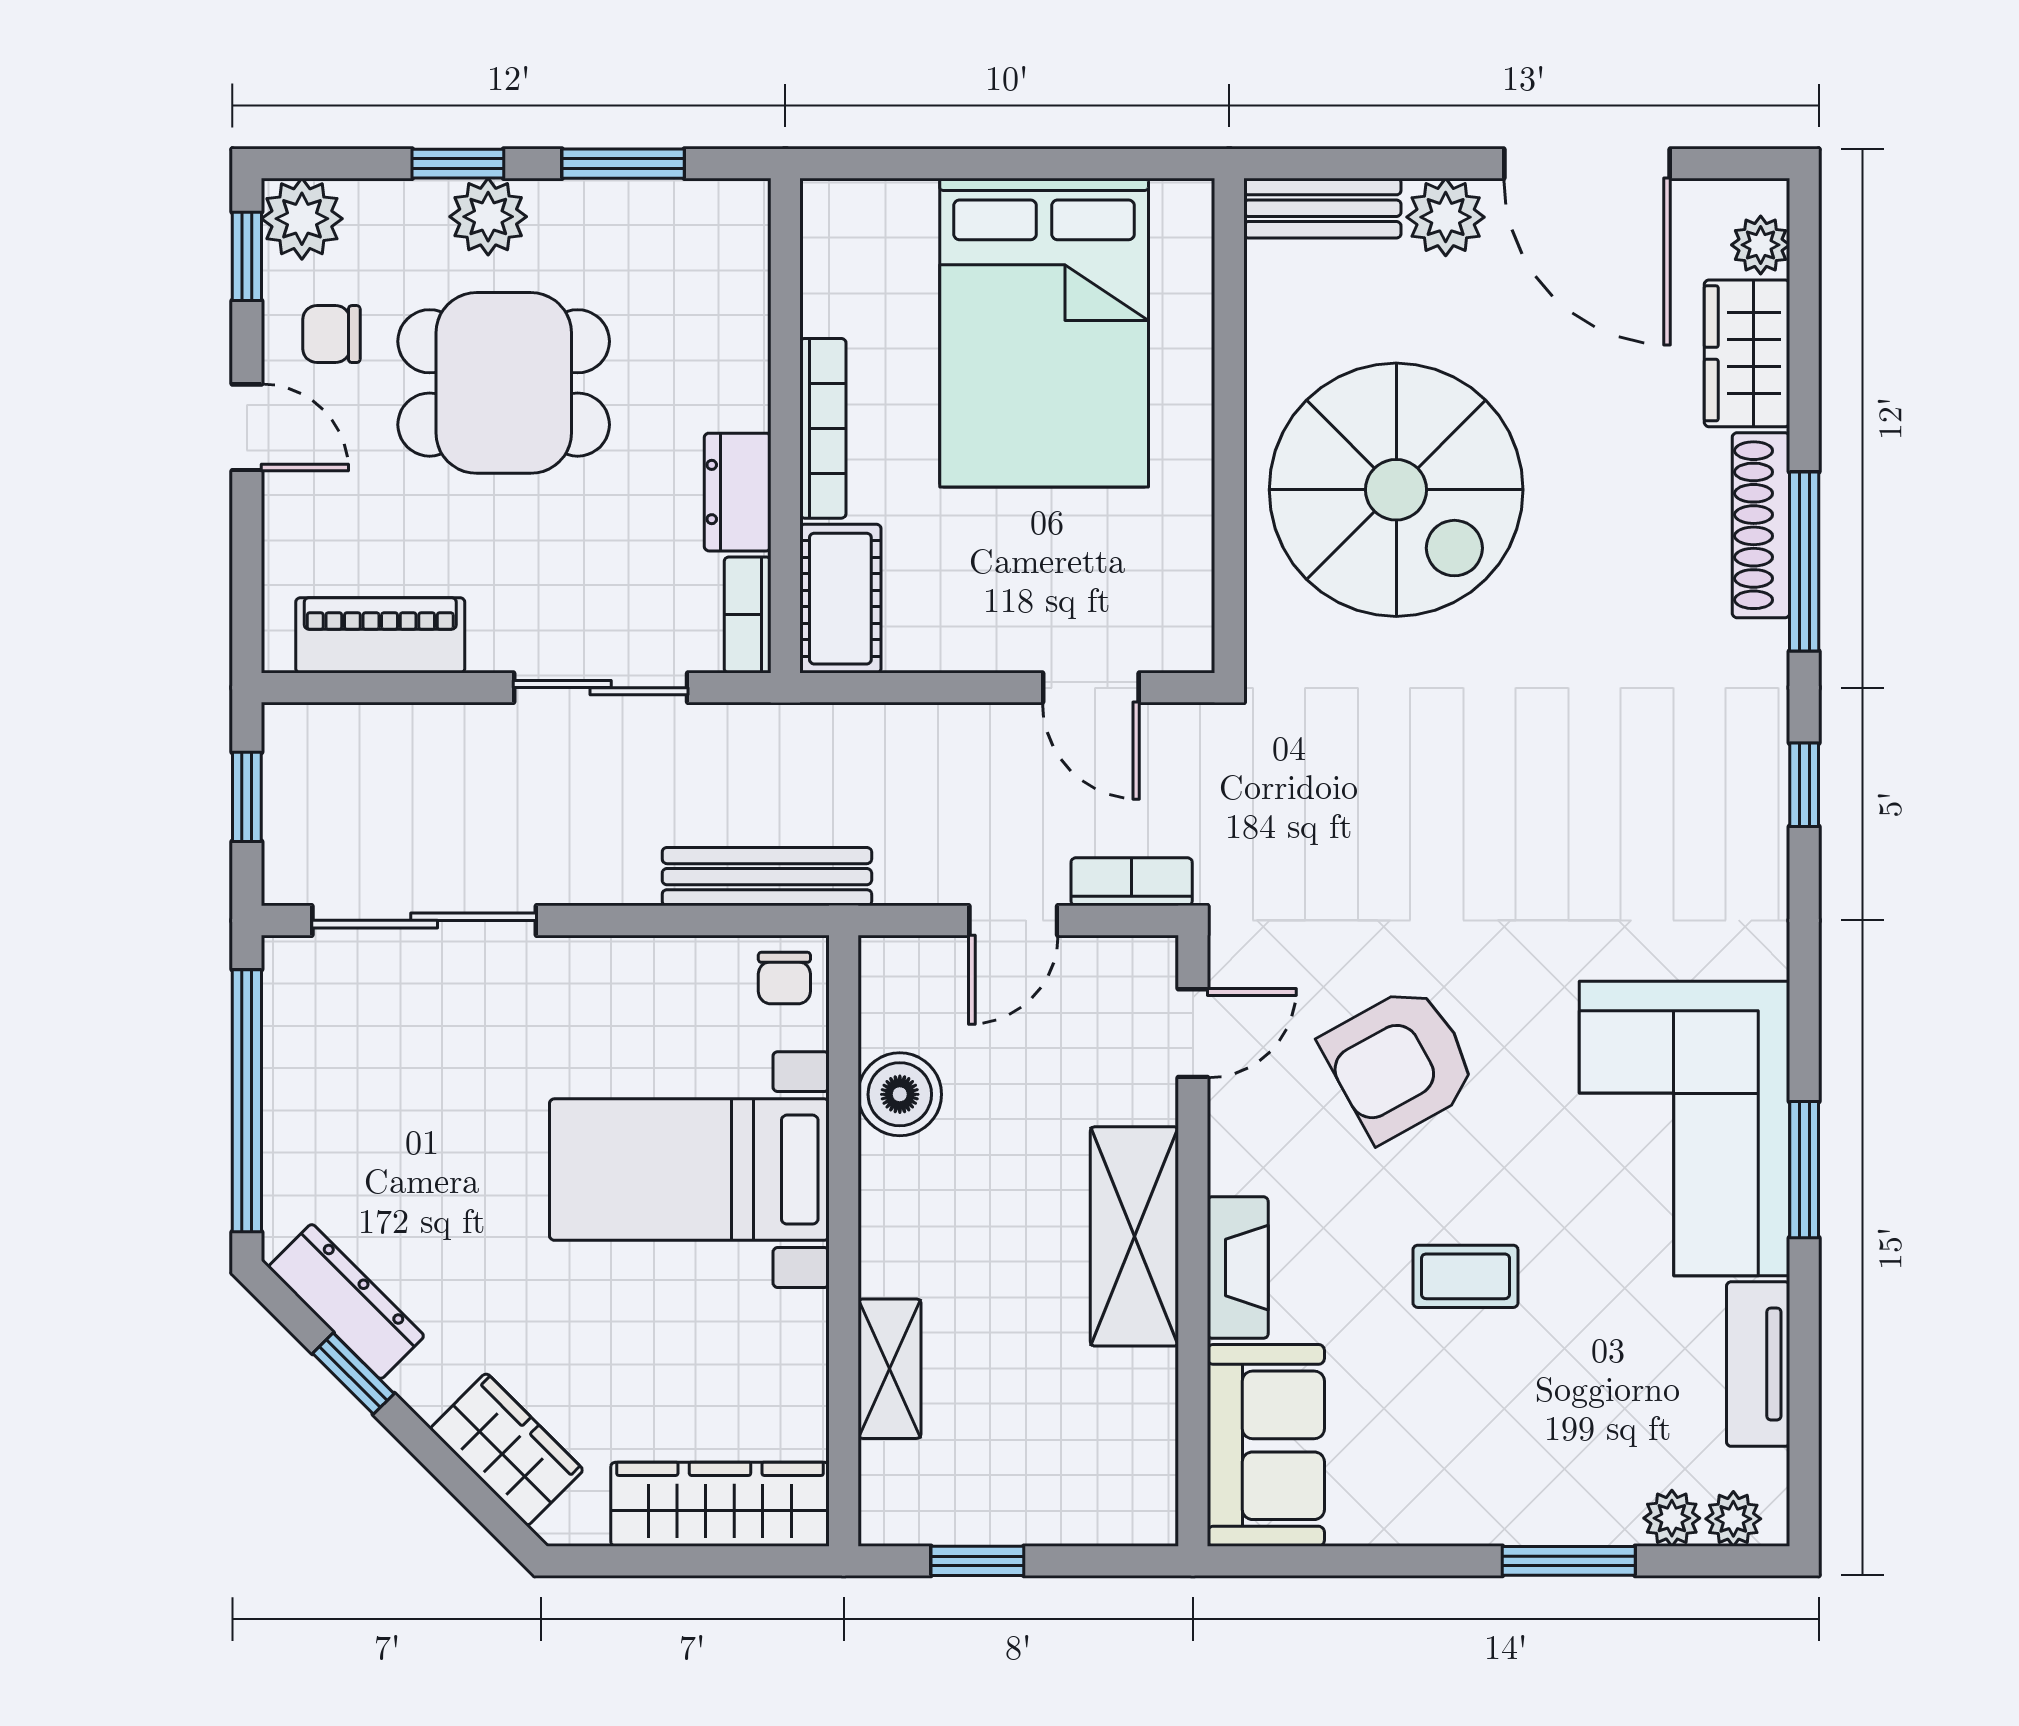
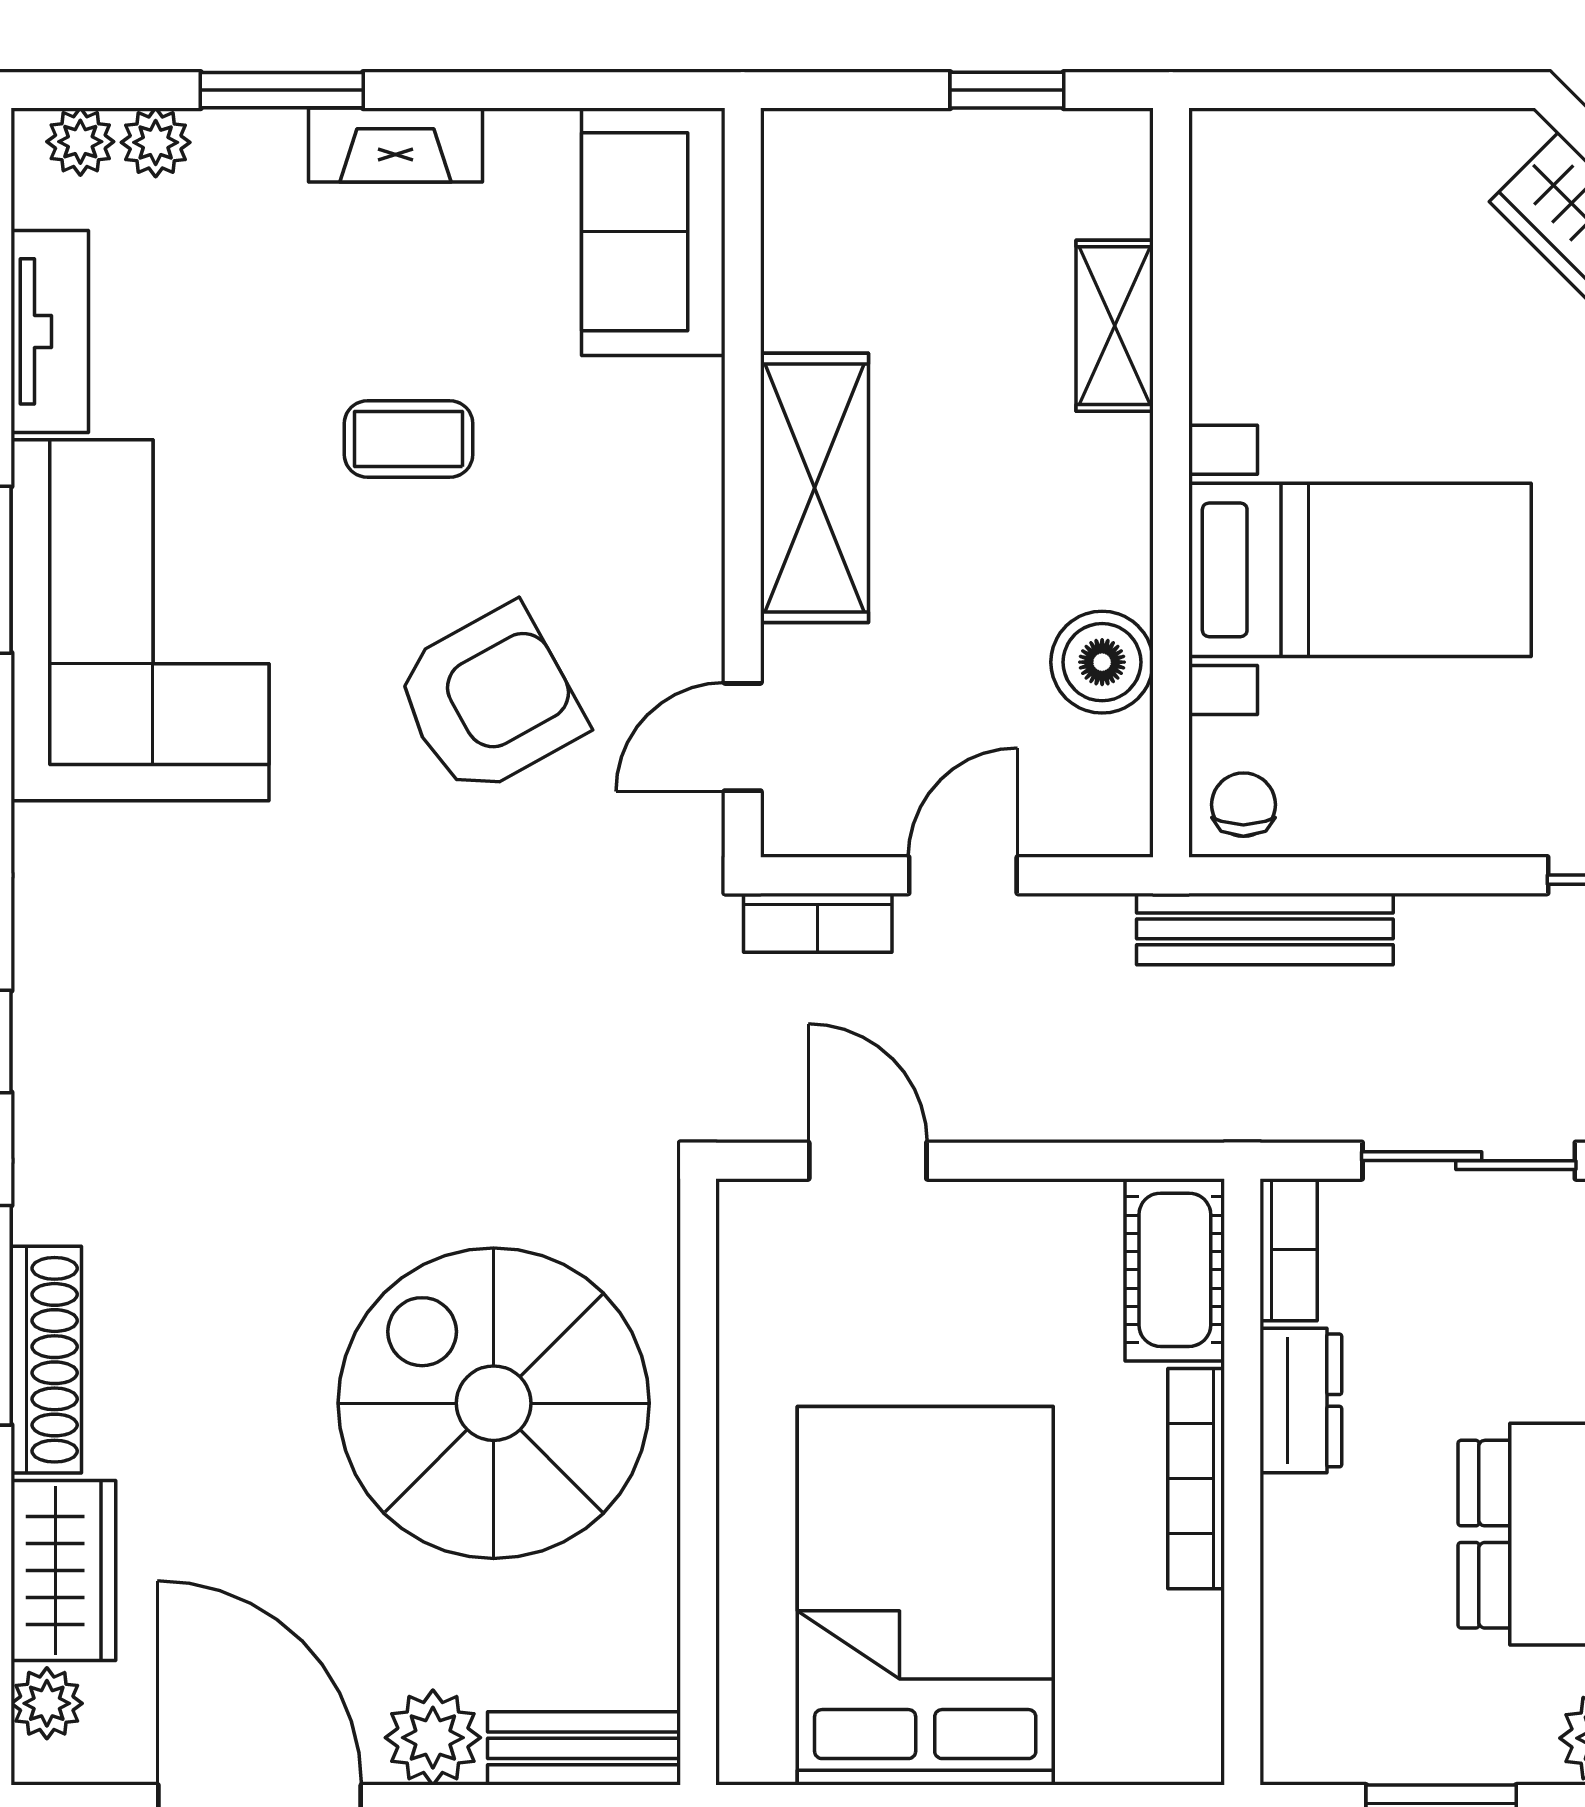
fireplace: (1238, 1268) -> (395, 145), moved, turned -90
wardrobe: (720, 1504) -> (1322, 160), removed

